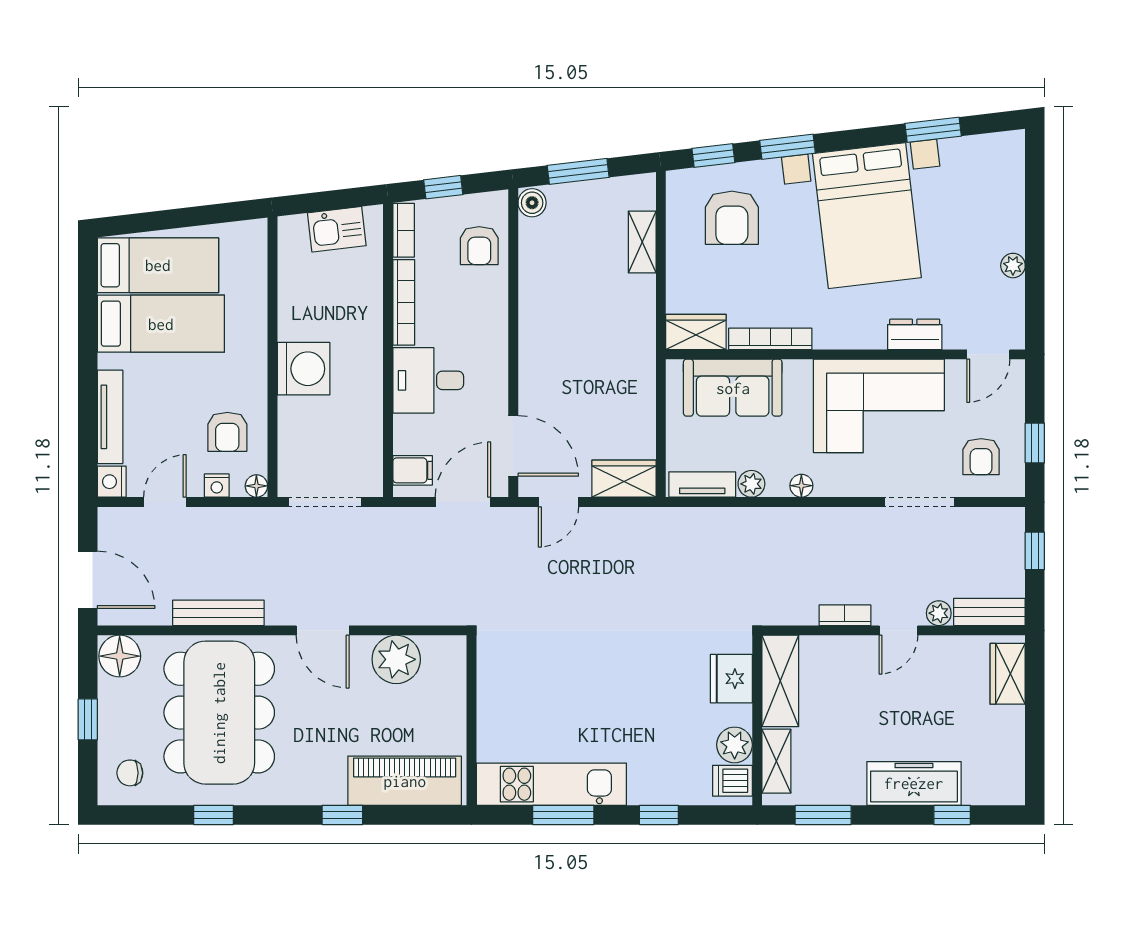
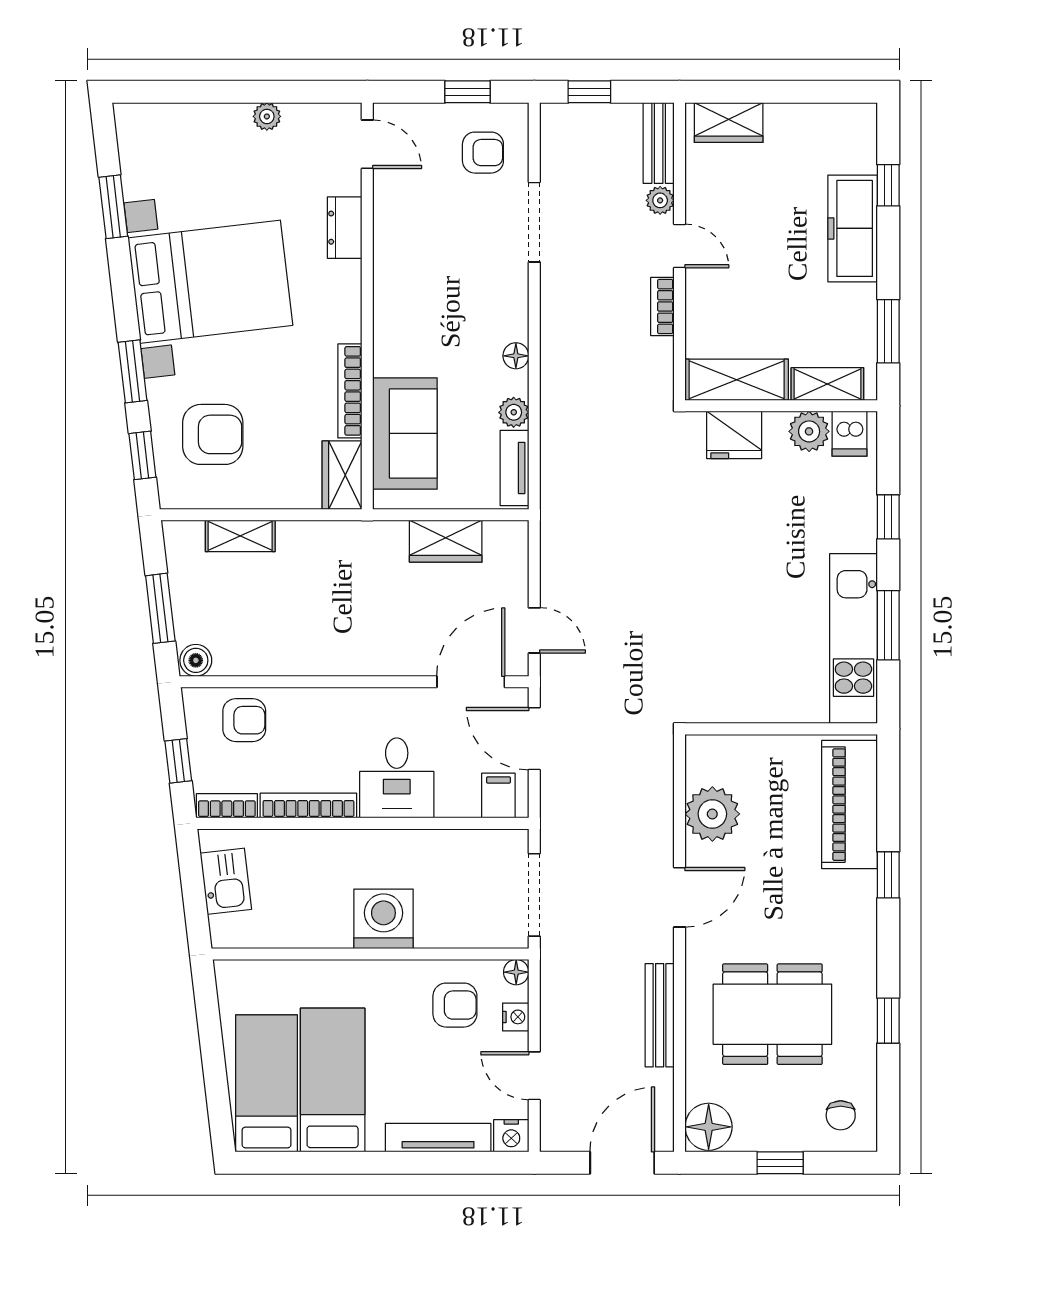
corner sofa: (879, 406) -> (426, 268), removed
wardrobe: (624, 479) -> (446, 541), moved, turned -90
dining table: (219, 713) -> (772, 1014), width x0.73, depth x0.80

